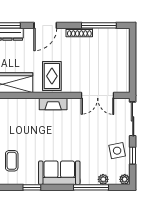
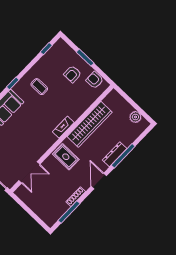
double door: (98, 95) -> (29, 172), swing flipped
fireplace: (53, 104) -> (63, 127), moved

